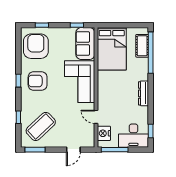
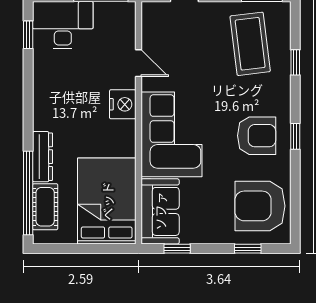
armchair: (36, 46) -> (260, 206), turned 90
dresser: (144, 93) -> (42, 157), moved
coffee table: (41, 126) -> (250, 44), turned -54
nightstand: (104, 133) -> (123, 104), moved

